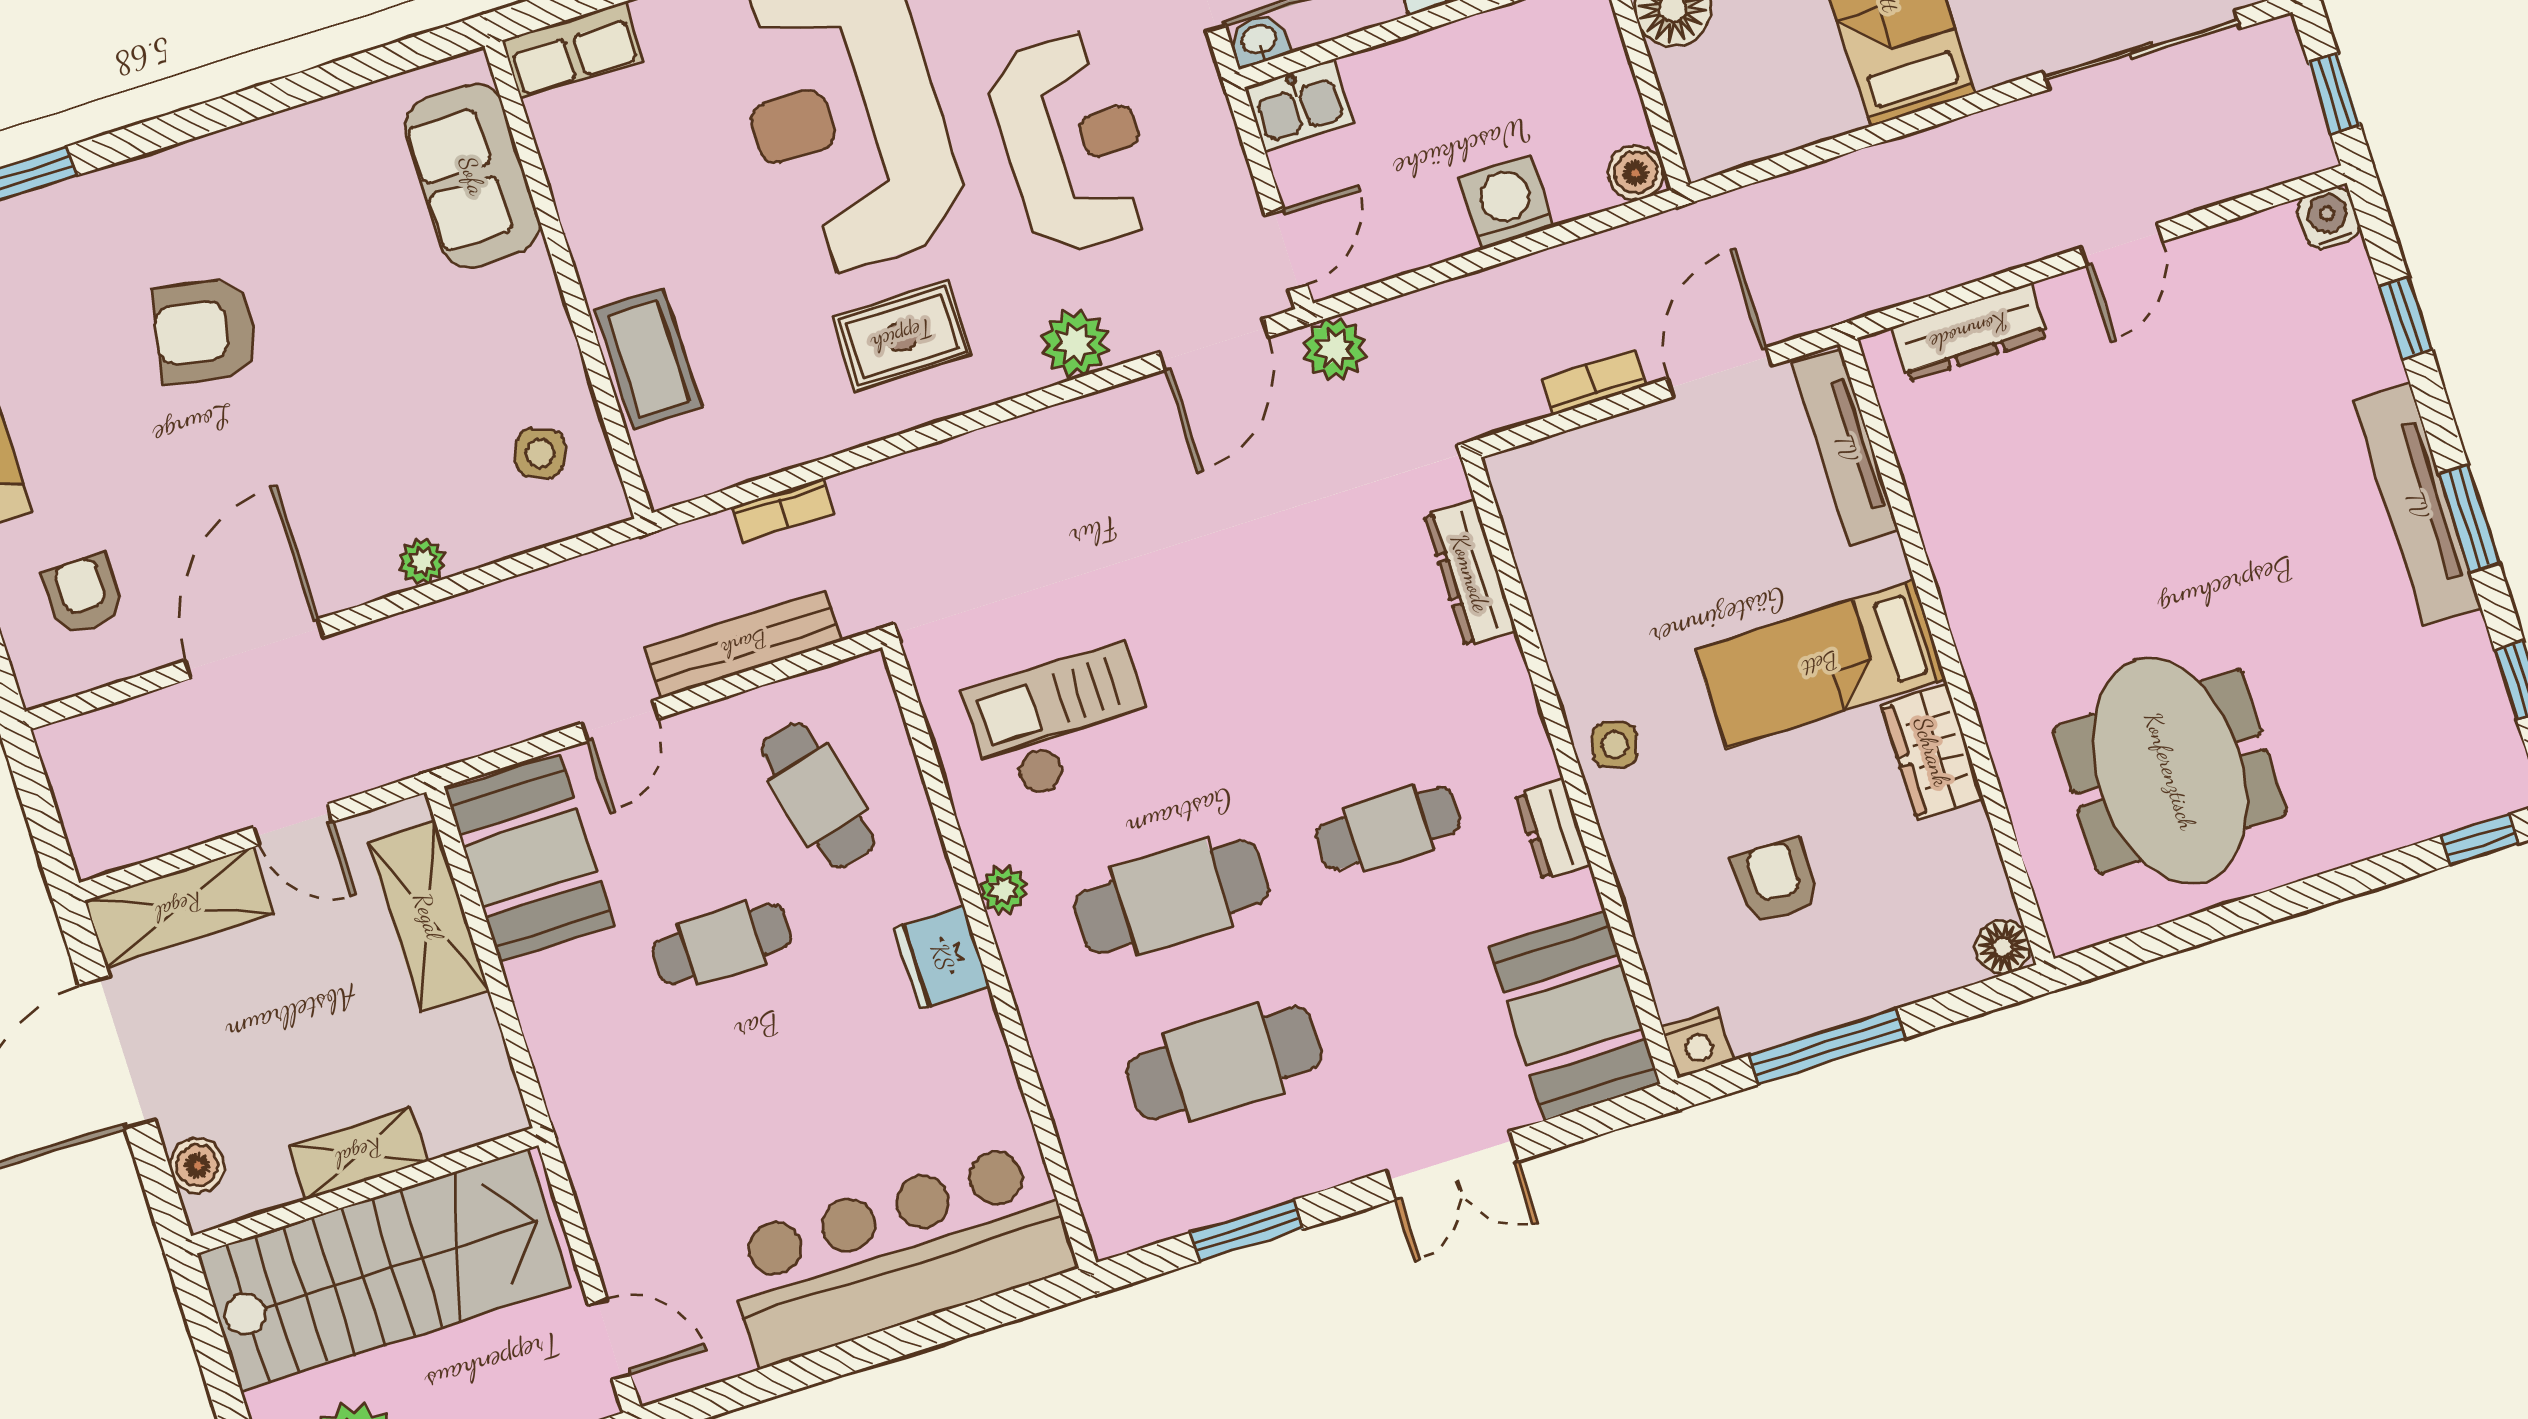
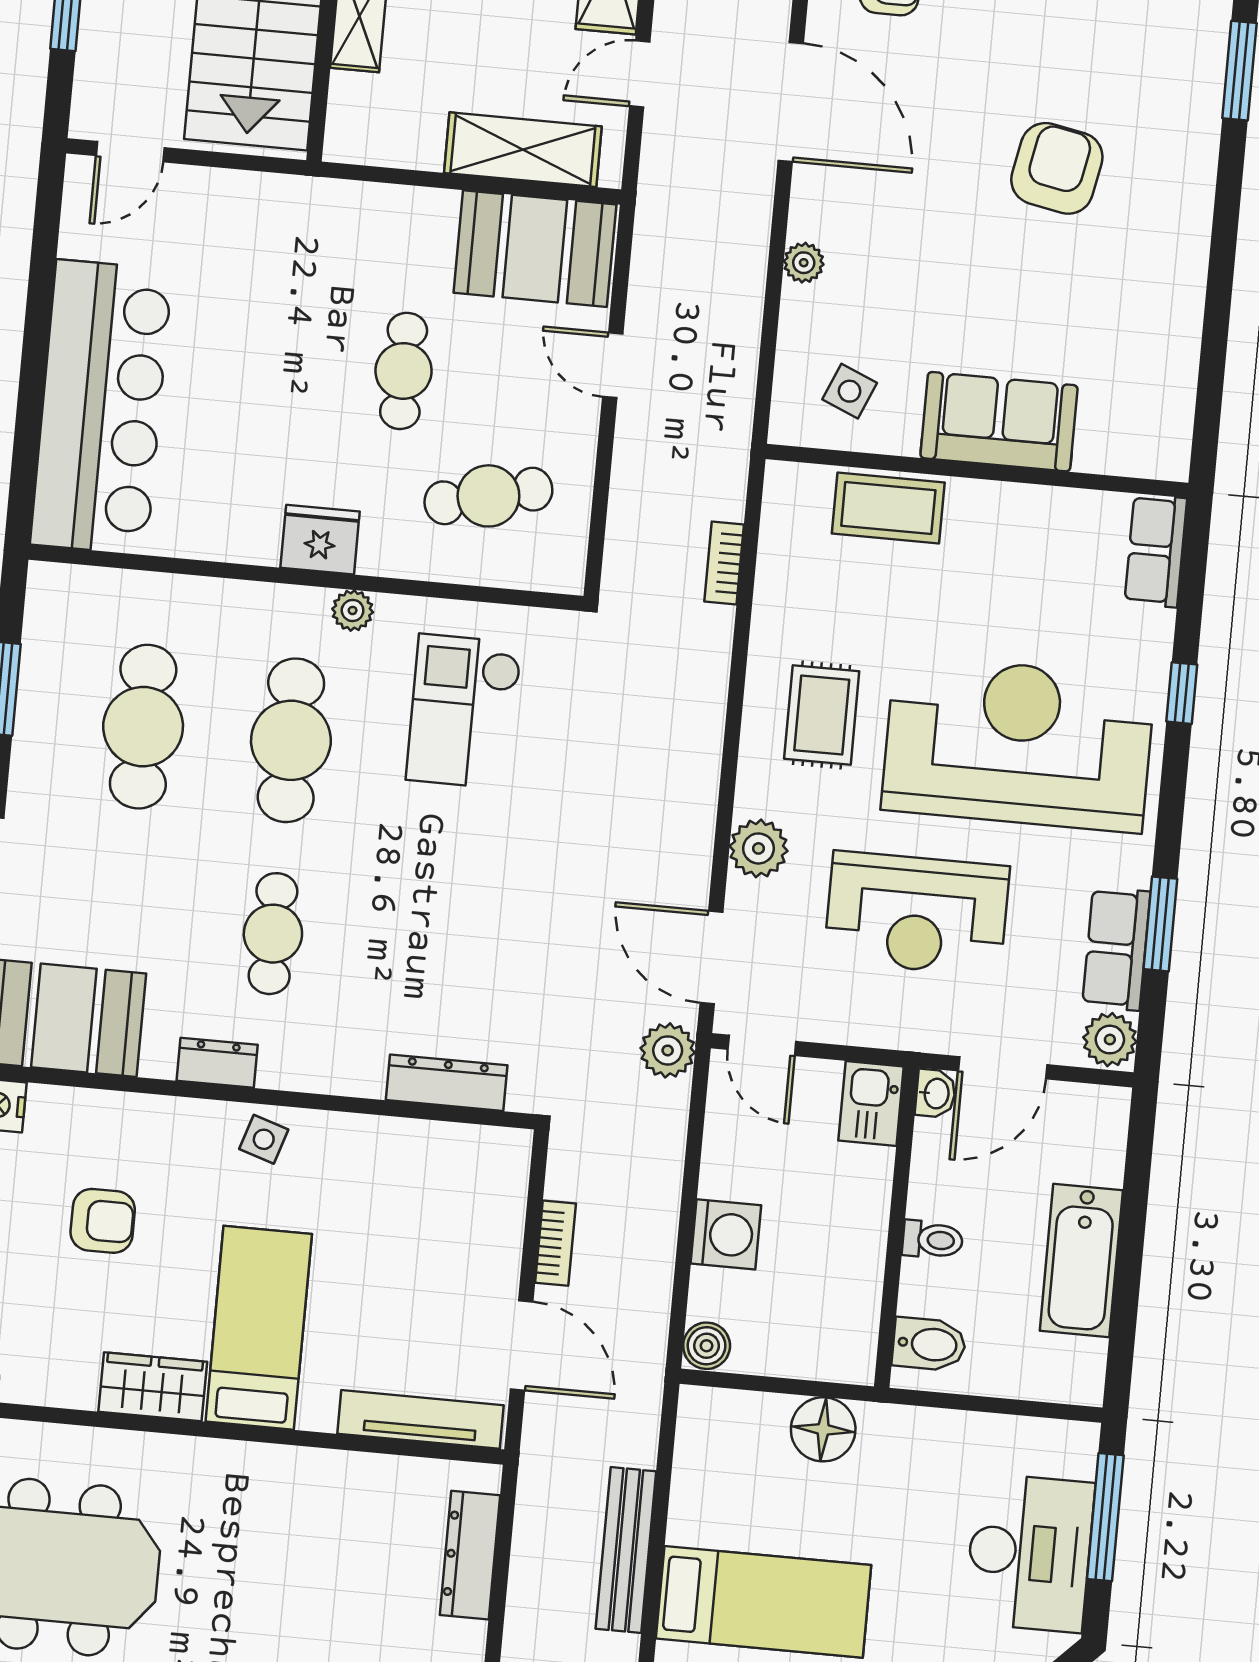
sofa: (472, 176) -> (999, 422), moved
bench: (744, 644) -> (626, 1550), moved
checkout: (1061, 724) -> (464, 711), turned 180

